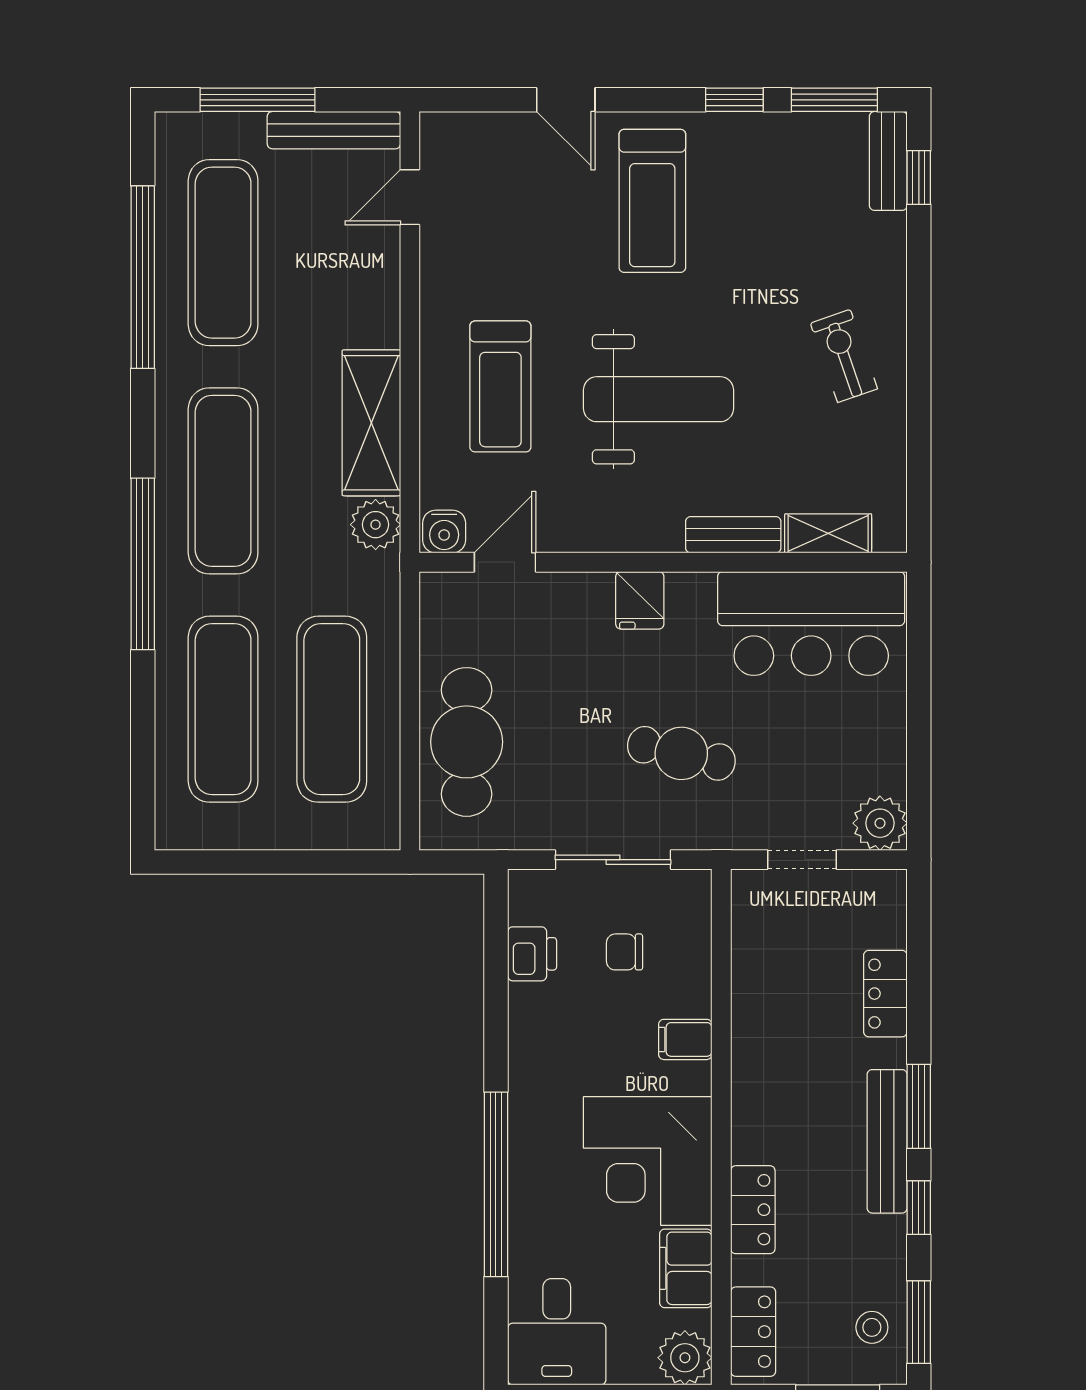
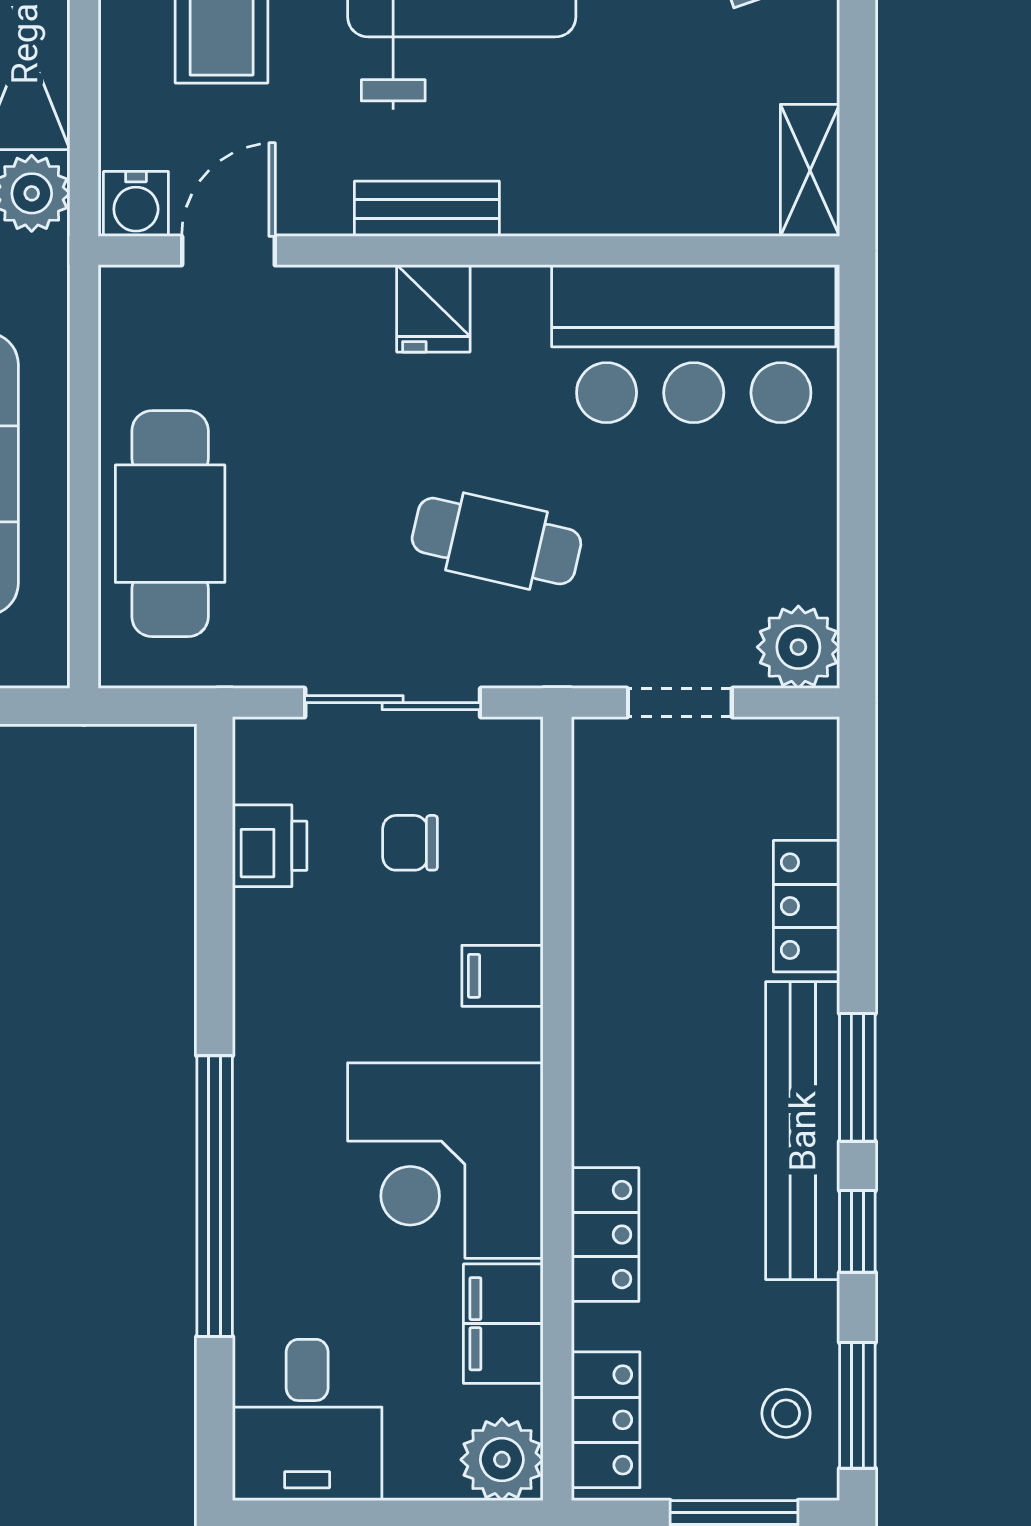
shelving: (828, 533) -> (810, 170), moved, turned 90
bench: (733, 535) -> (427, 209), moved
bench: (887, 1141) -> (803, 1131), width x1.37, depth x1.21

